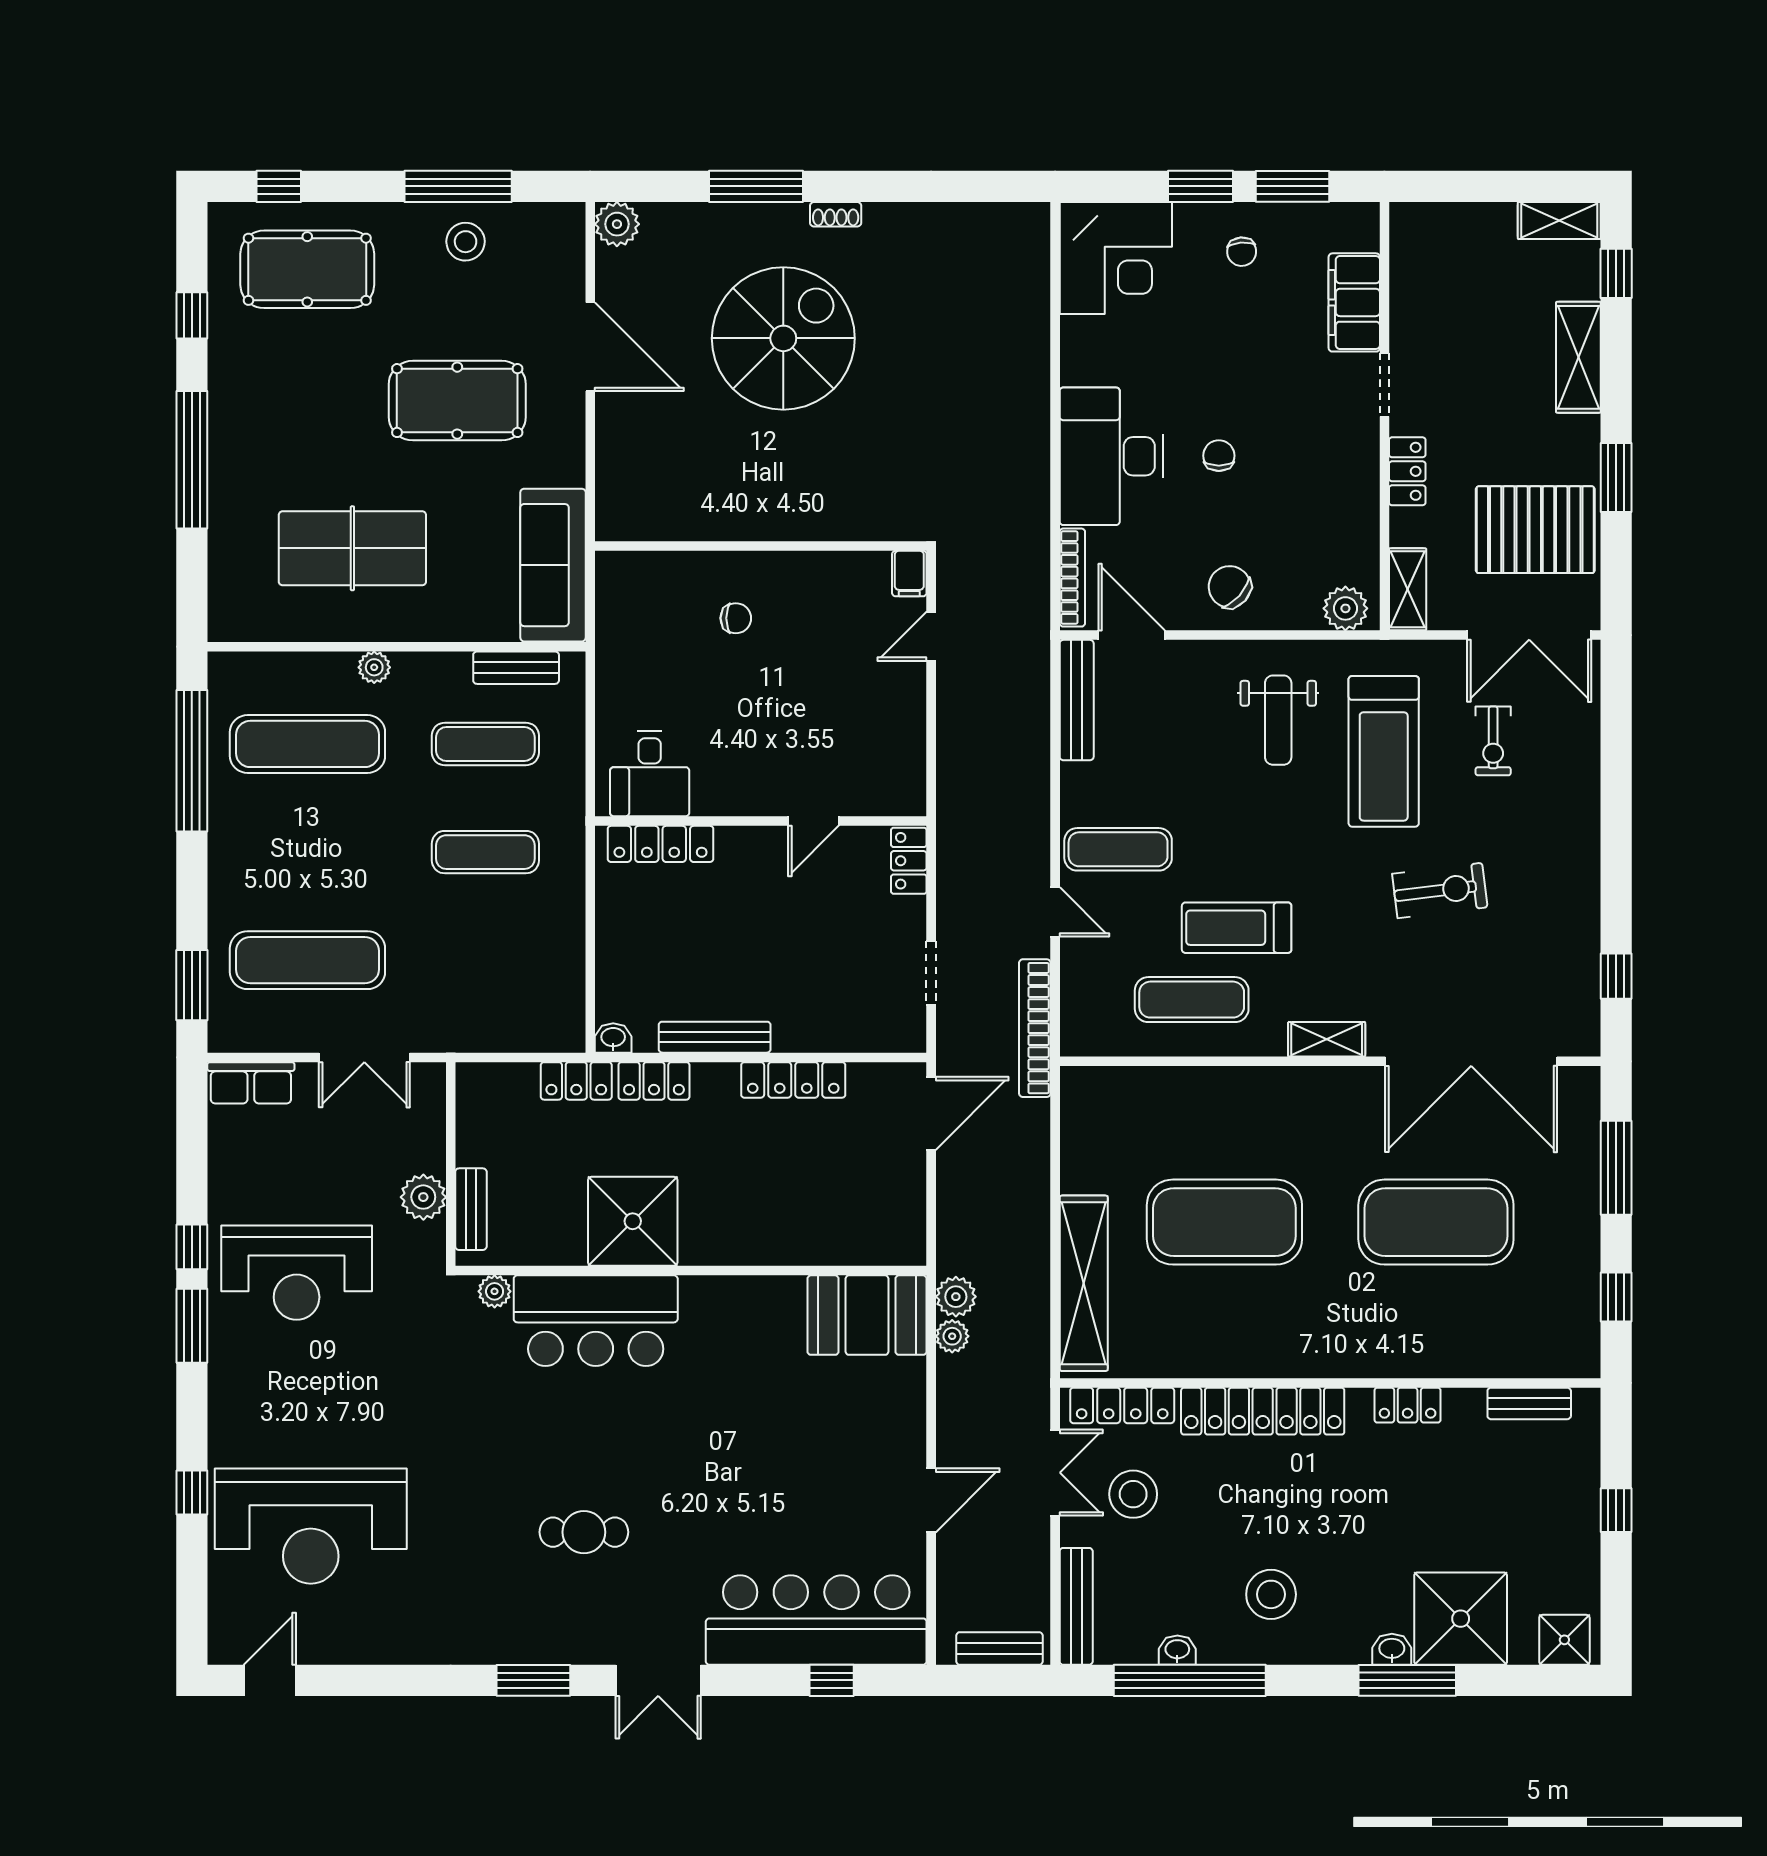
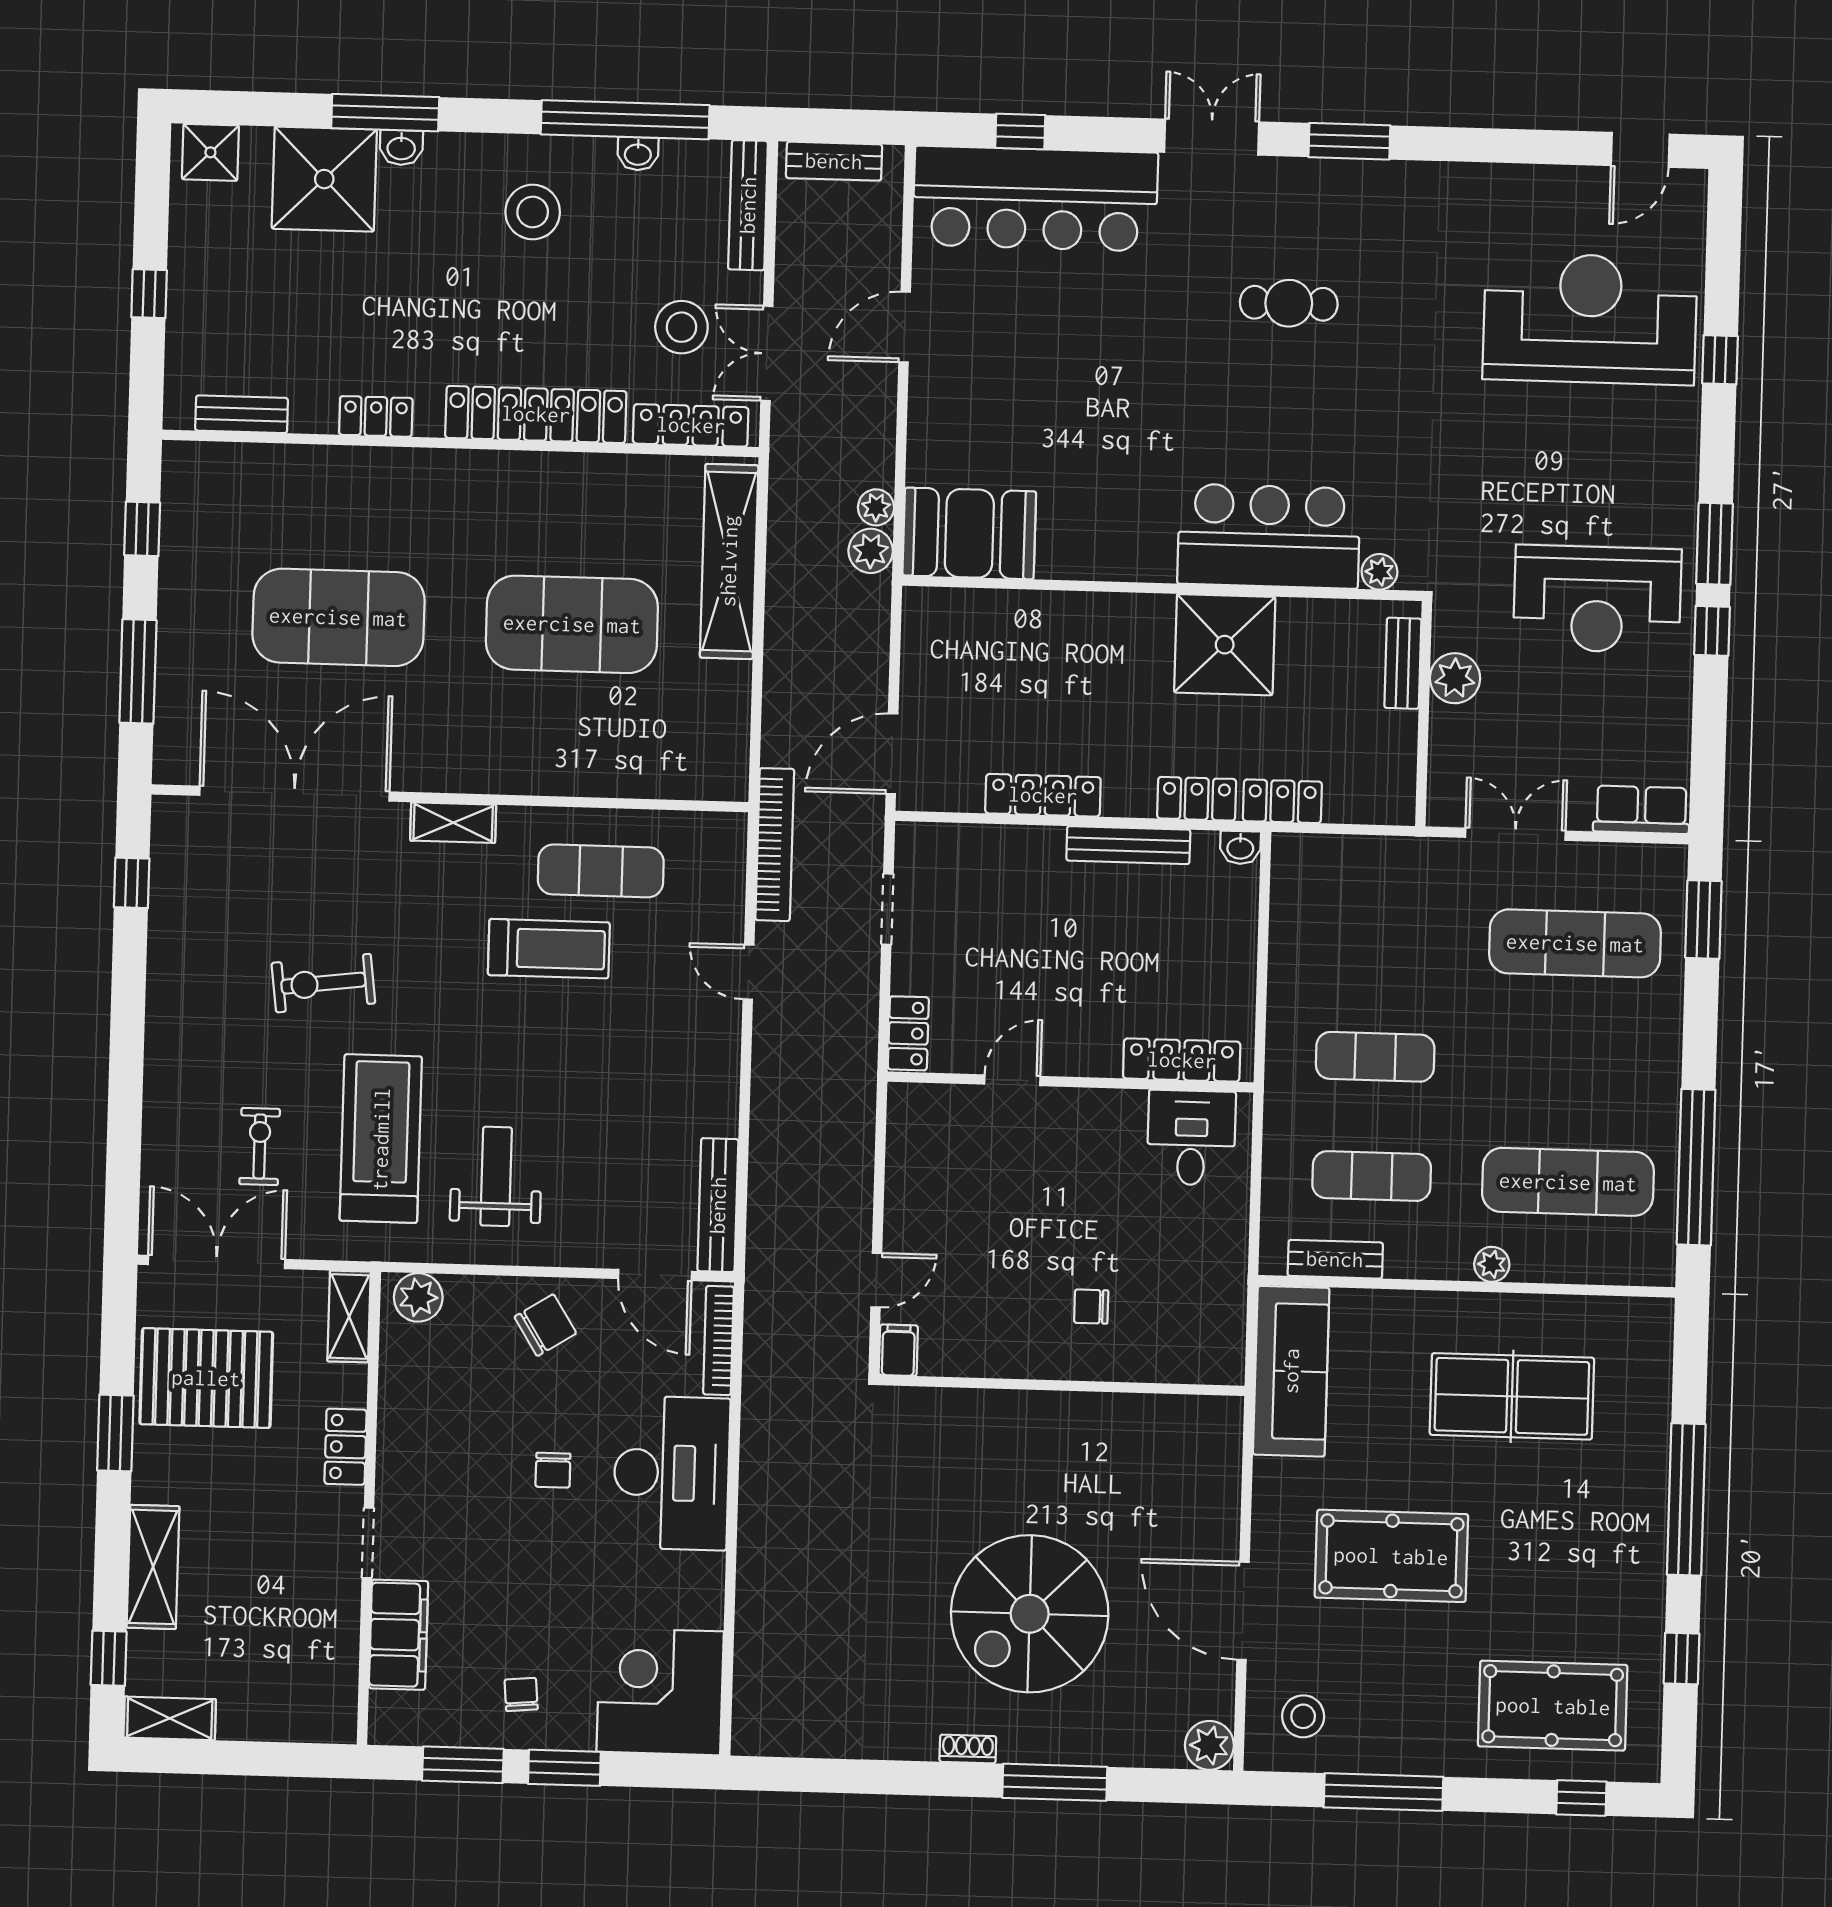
stool: (466, 242) -> (1303, 1716), moved
chair: (1230, 587) -> (545, 1325), turned -74
exercise mat: (1118, 849) -> (677, 1039), removed
reception desk: (297, 1273) -> (1597, 599), turned 180

